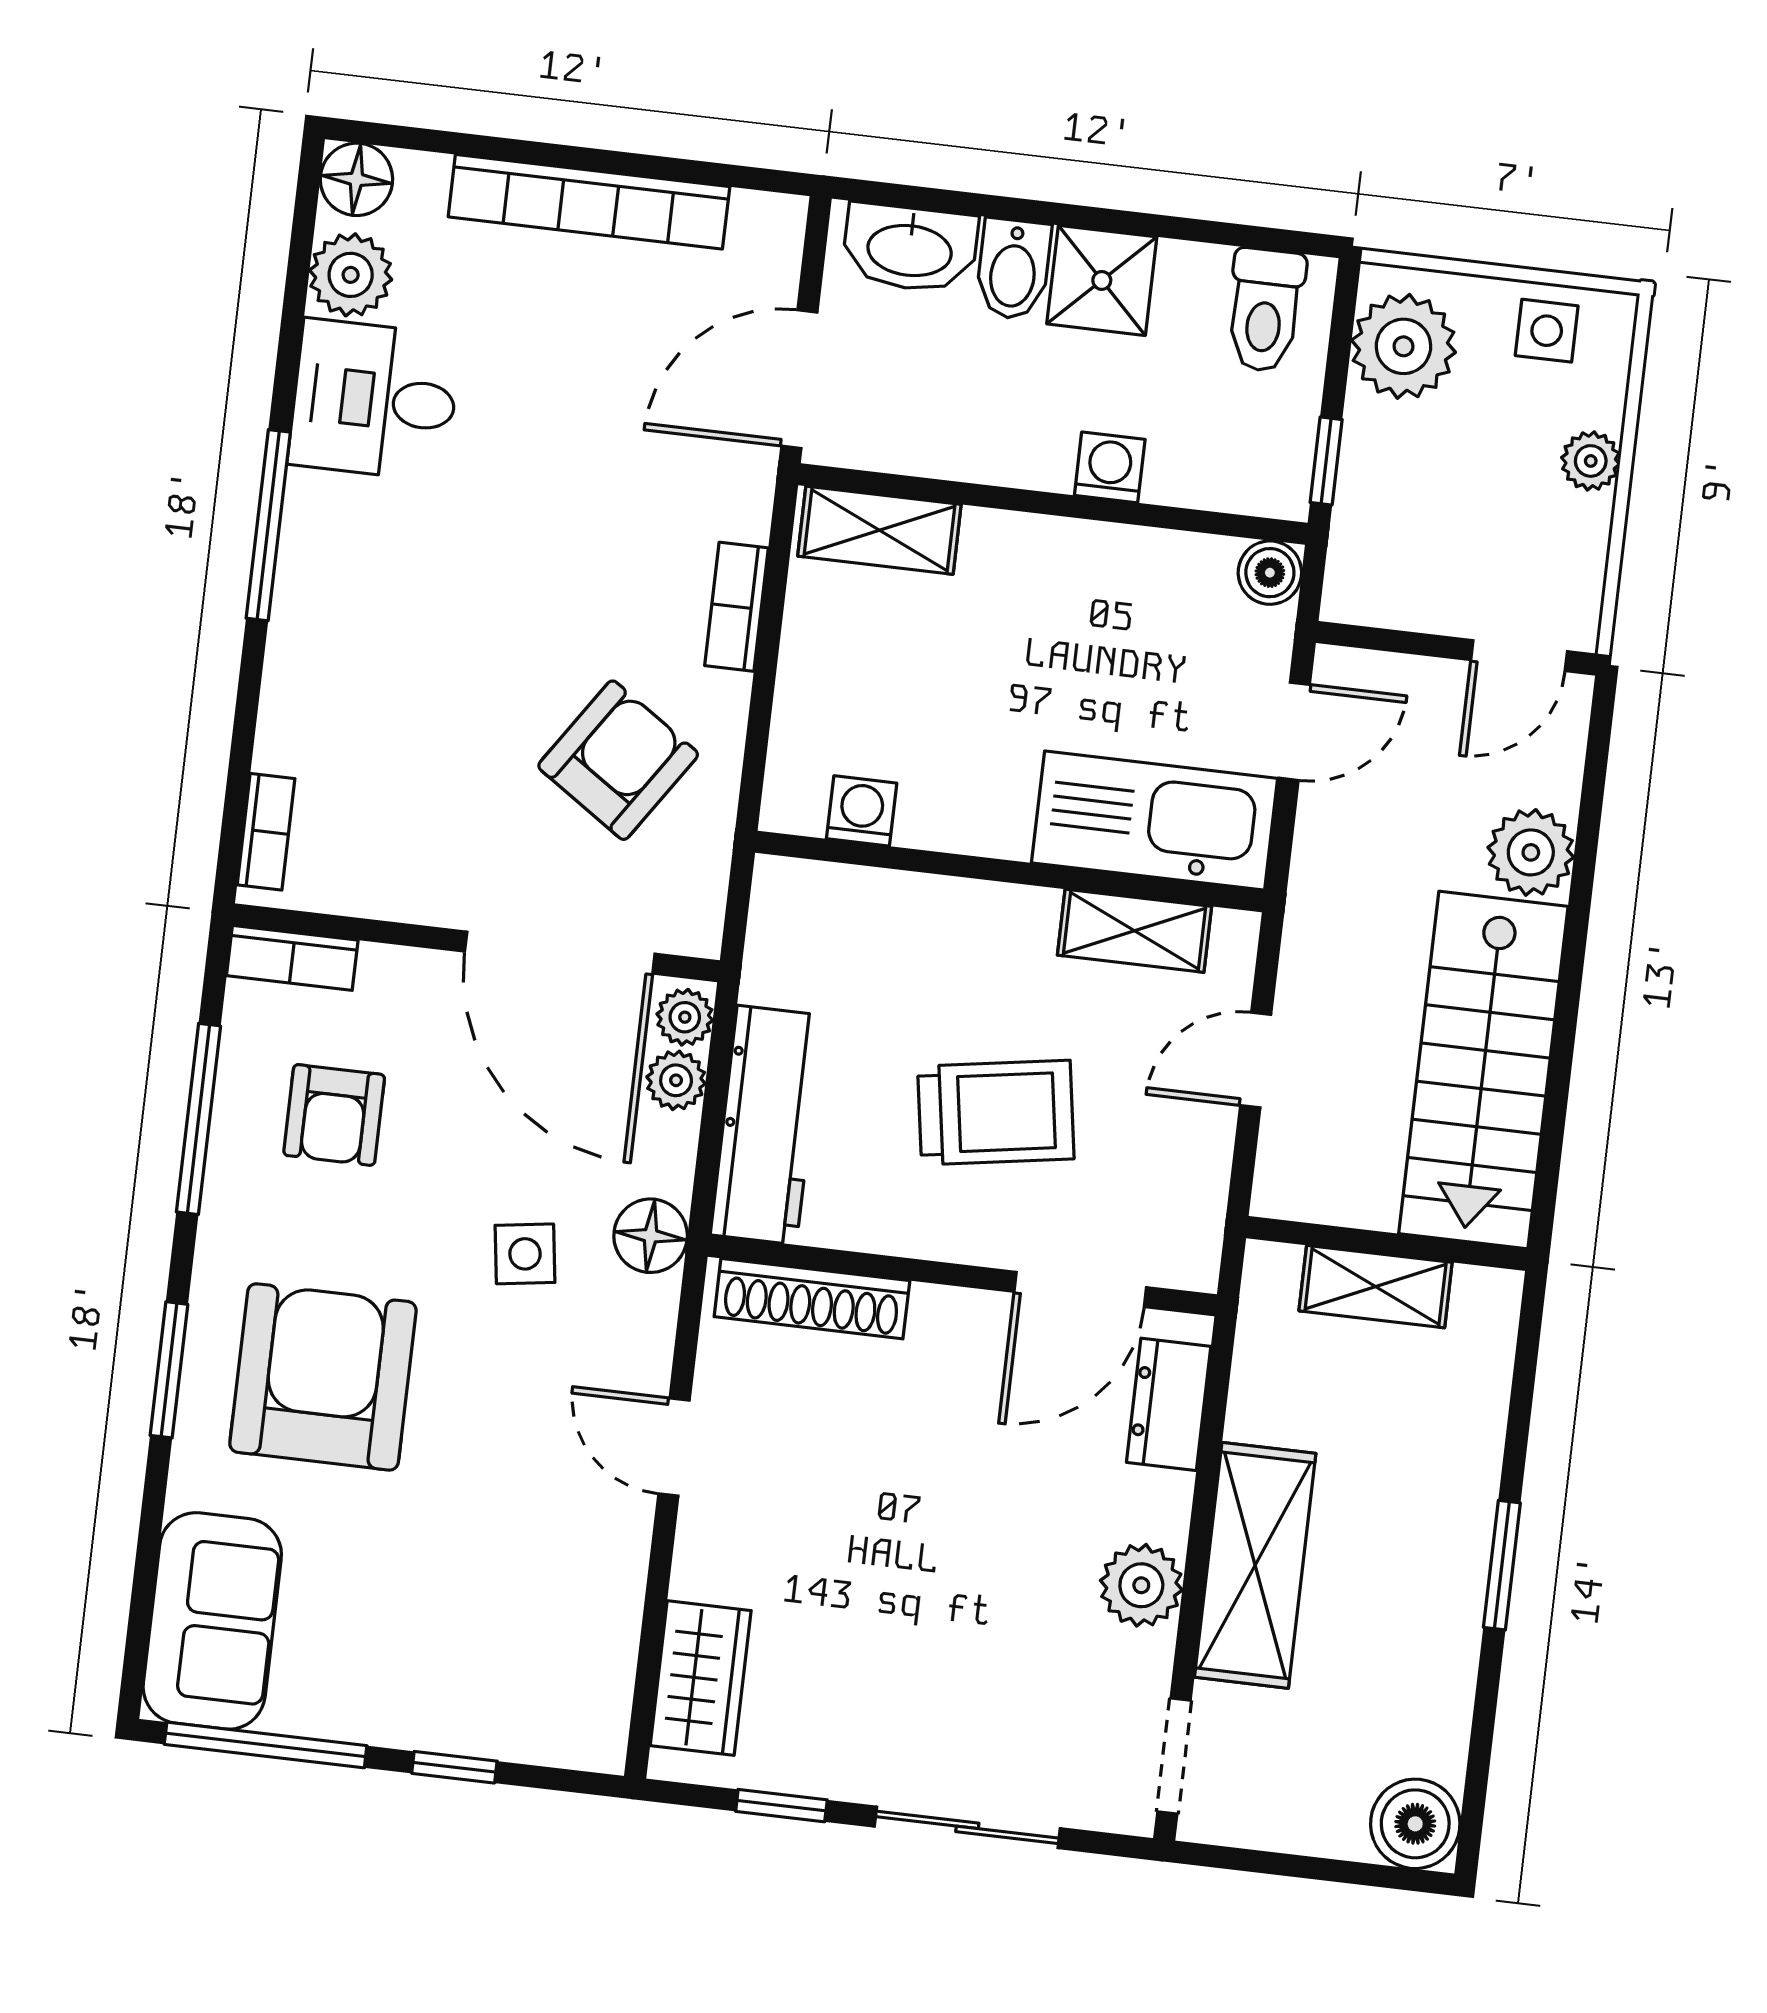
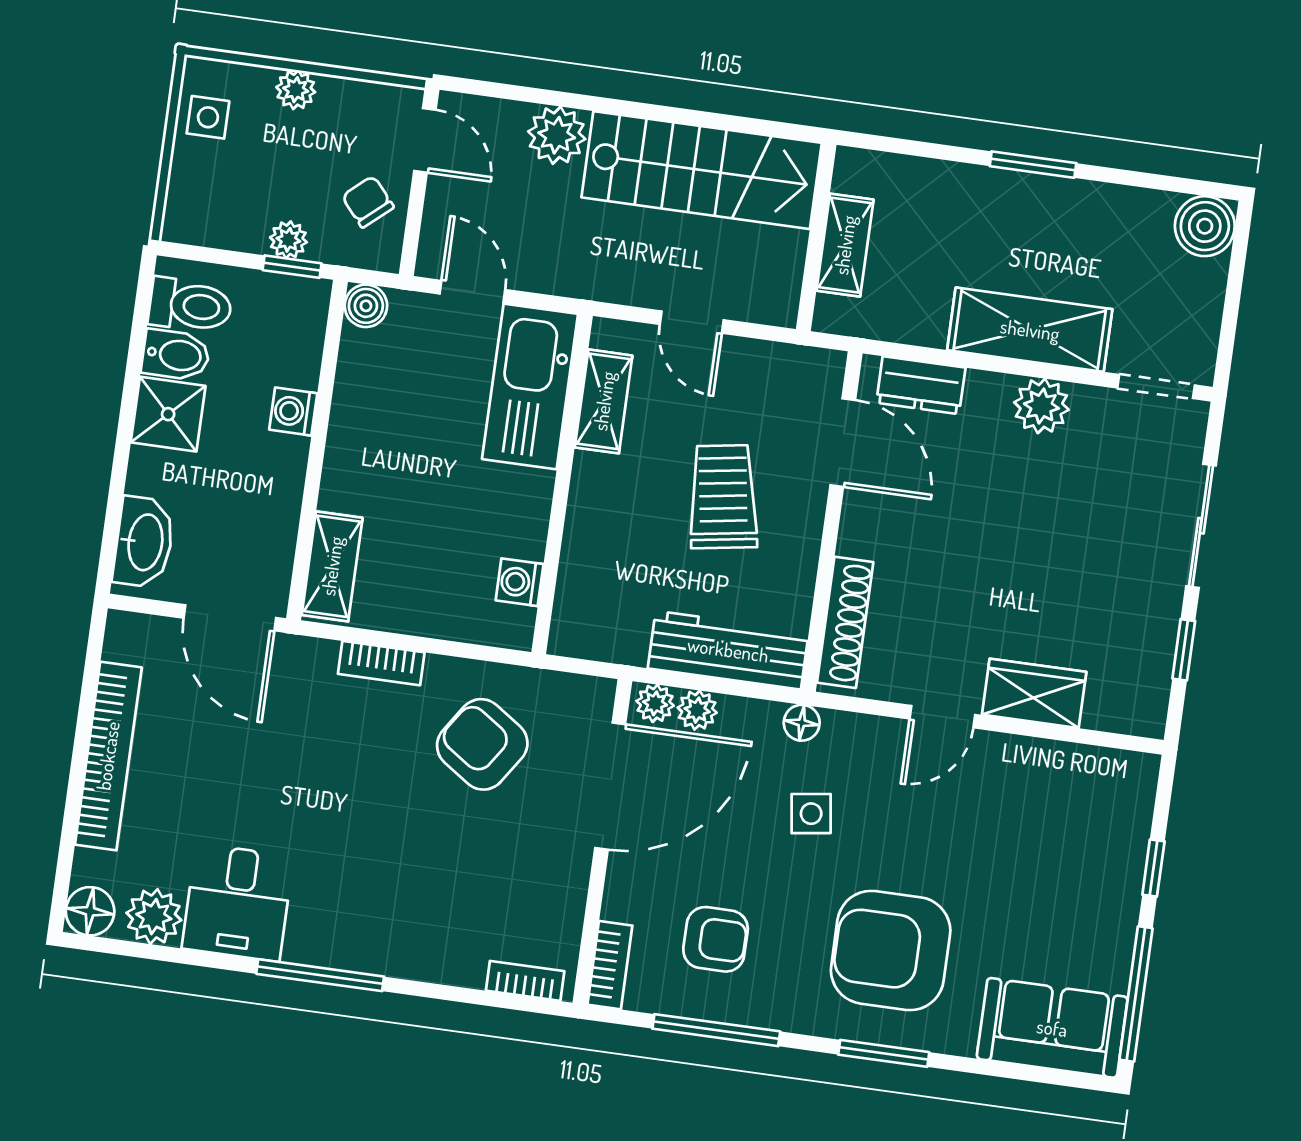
bidet: (1013, 269) -> (176, 355), moved
plant: (1403, 346) -> (288, 240), moved, width x0.53, depth x0.53
chair: (1426, 572) -> (368, 202), added
floor lamp: (651, 1236) -> (802, 723), width x0.73, depth x0.73
wardrobe: (701, 1678) -> (1034, 693), moved

